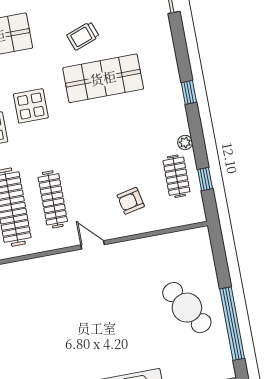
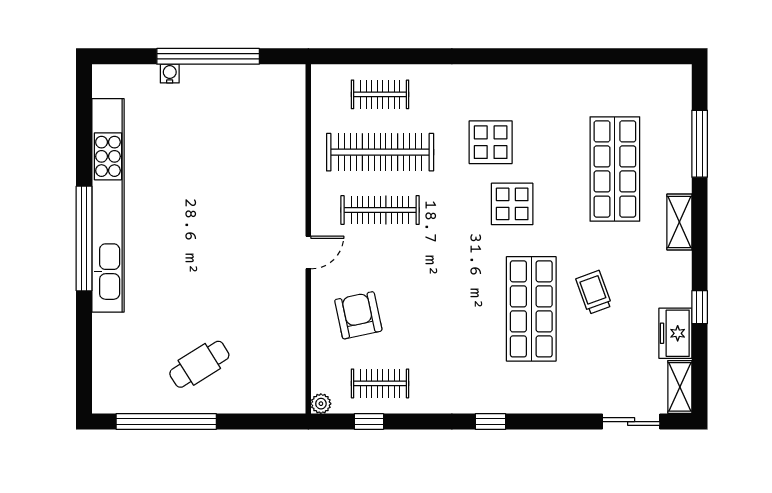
plant: (185, 142) -> (321, 404), moved
armchair: (131, 201) -> (358, 315), width x1.38, depth x1.38
cafe table: (187, 308) -> (199, 364), width x0.73, depth x0.74

